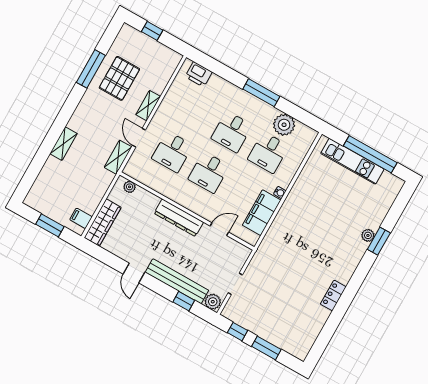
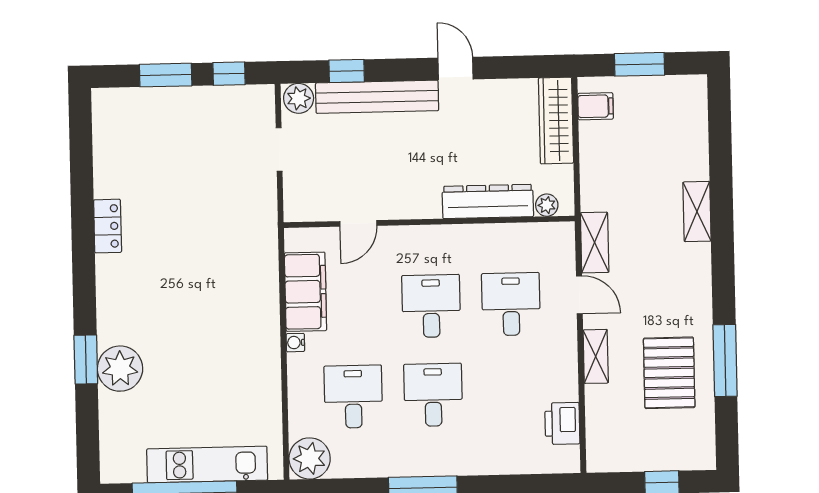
printer: (199, 74) -> (562, 423), moved, turned -90
plant: (284, 125) -> (310, 458), moved
dresser: (179, 218) -> (488, 201), moved
plant: (368, 235) -> (120, 369), width x1.88, depth x1.88

